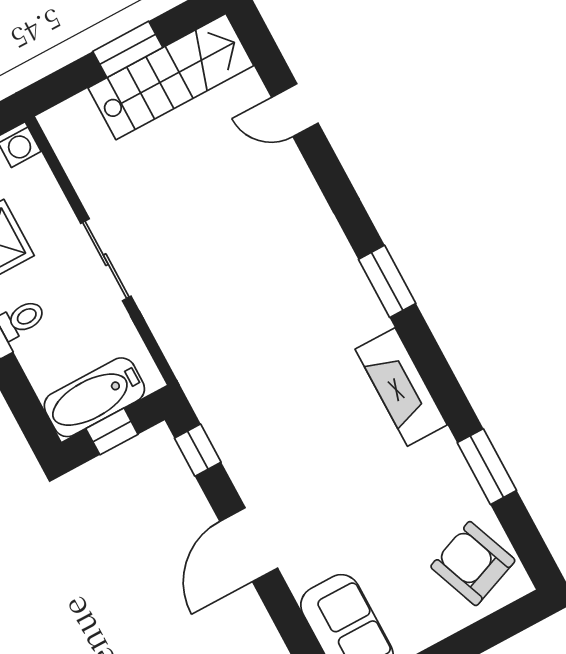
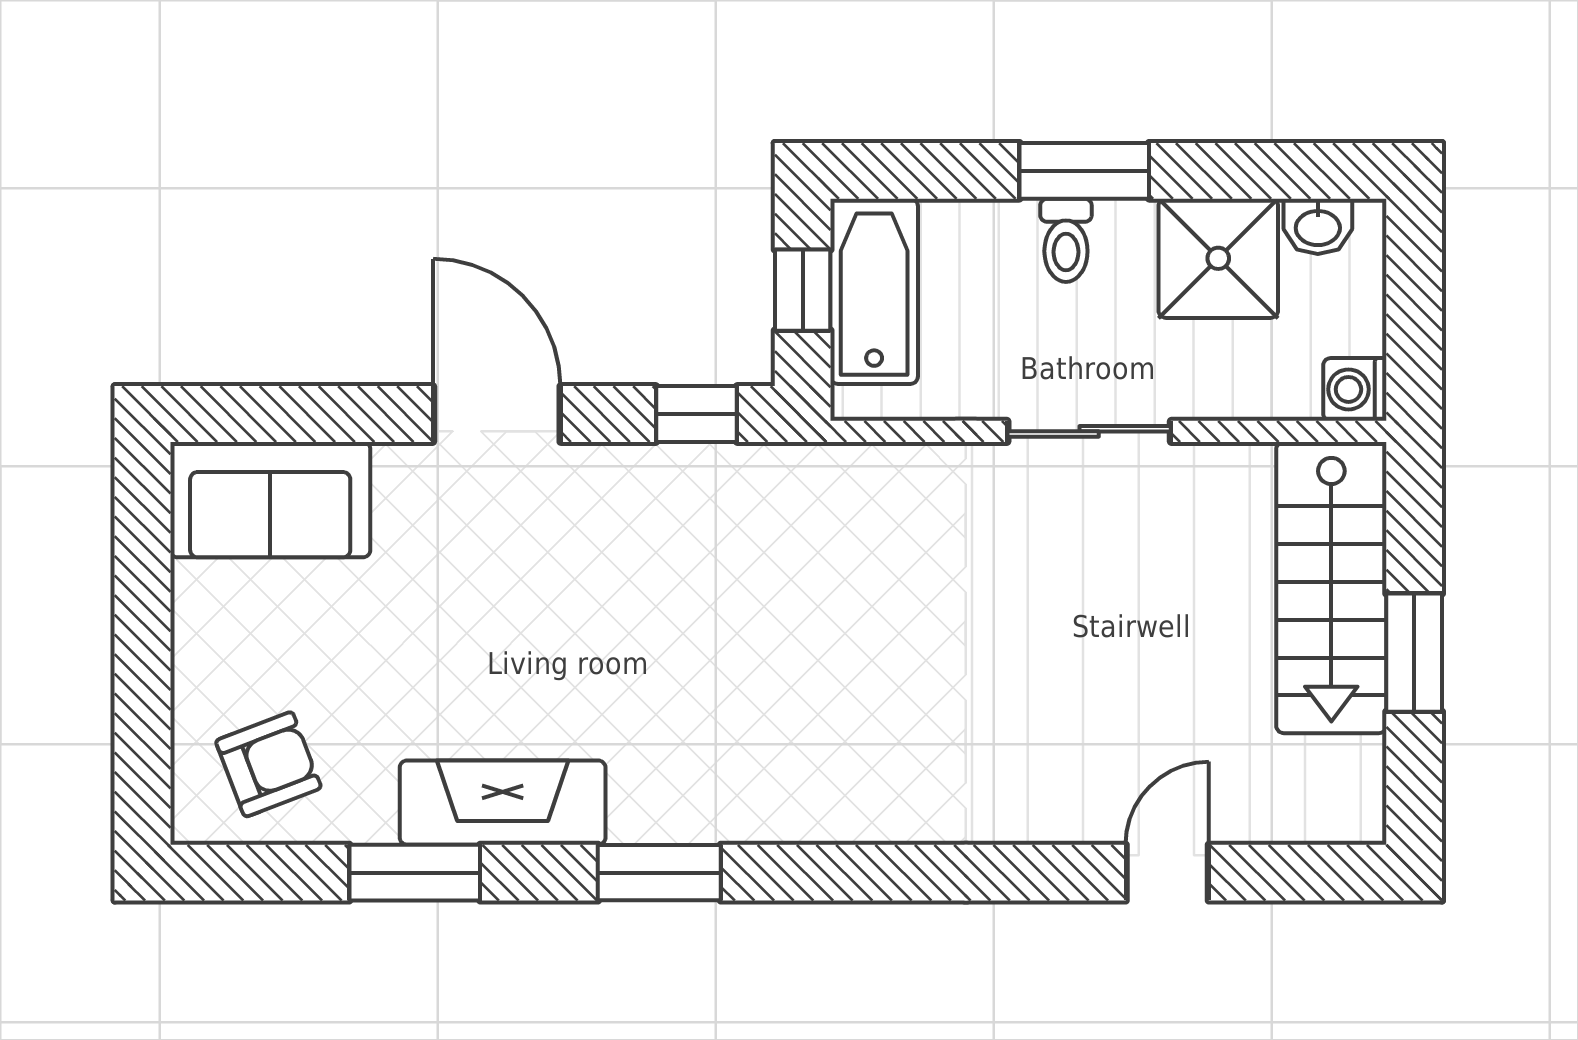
stairs: (171, 77) -> (1331, 588), moved
window: (387, 281) -> (659, 873), moved
fireplace: (401, 387) -> (503, 803), moved
armchair: (473, 564) -> (268, 764), width x0.72, depth x0.72

